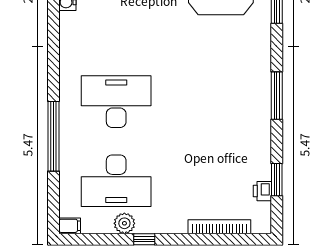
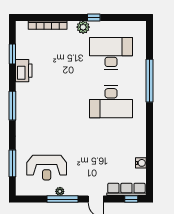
printer: (262, 191) -> (24, 71), moved, width x1.87, depth x1.48
plant: (124, 223) -> (83, 27), moved
filing cabinet: (70, 226) -> (140, 26), removed

